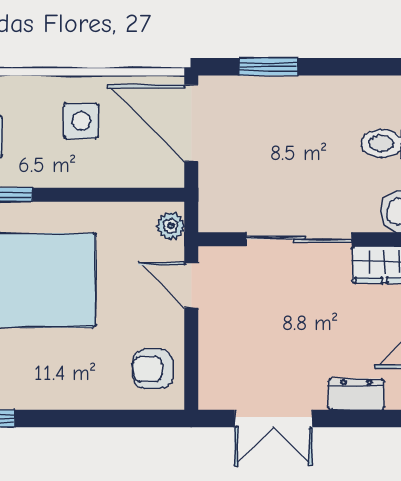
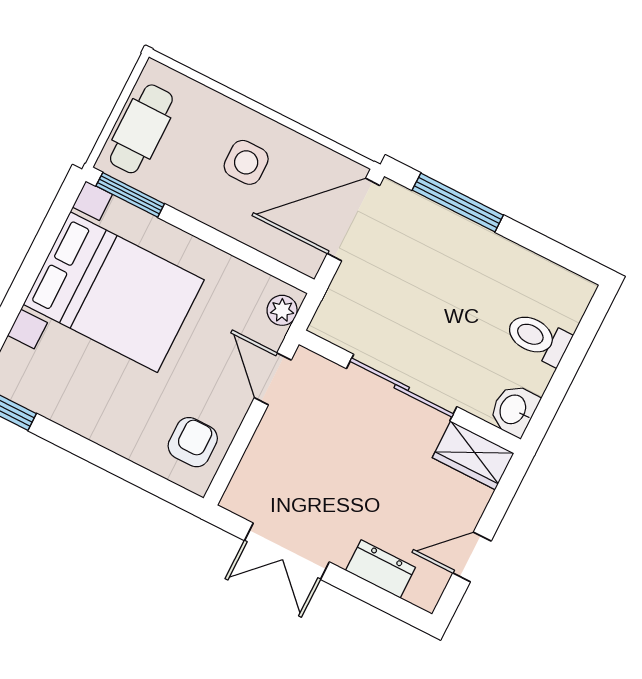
window: (269, 67) -> (458, 203), width x1.44
door: (191, 123) -> (354, 220), hinge flipped
armchair: (153, 369) -> (193, 442), turned 90

